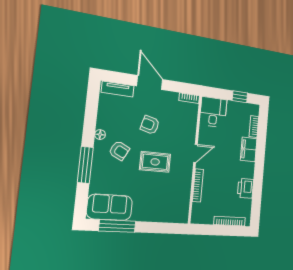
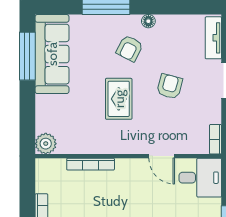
door: (195, 153) -> (162, 156), moved
sofa: (110, 207) -> (52, 54), width x1.36
plant: (181, 216) -> (46, 144), added

